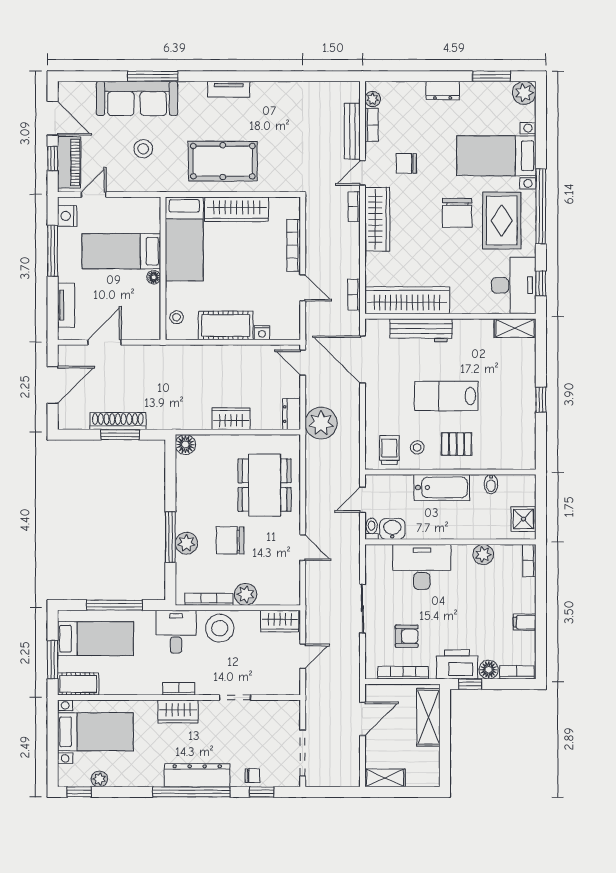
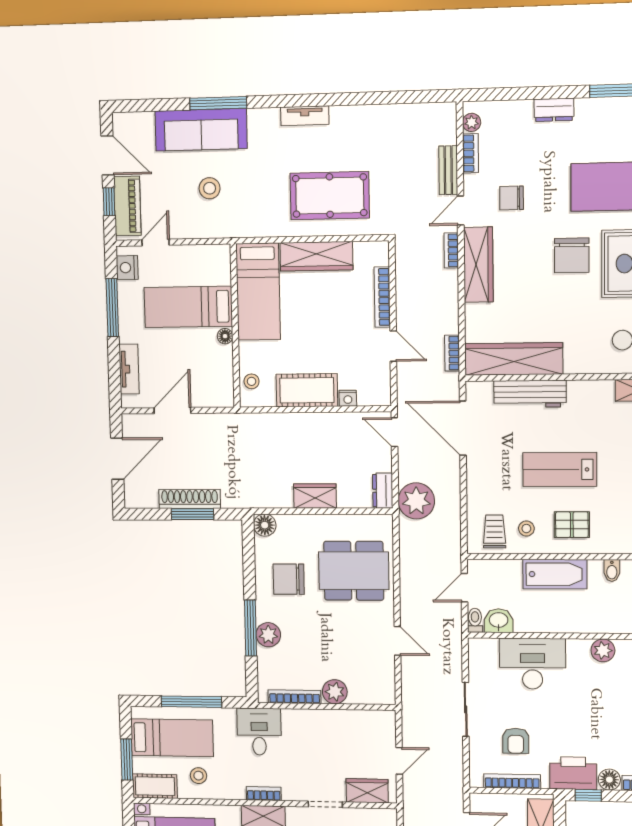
bench: (352, 131) -> (448, 170), width x0.73
pool table: (223, 161) -> (330, 196), moved
dining table: (265, 485) -> (354, 571), turned 90
chair: (230, 540) -> (289, 579), moved
wardrobe: (280, 621) -> (367, 791), moved, turned 180
stool: (220, 628) -> (198, 776), moved, width x0.53, depth x0.53
armchair: (407, 636) -> (516, 741), turned 90

